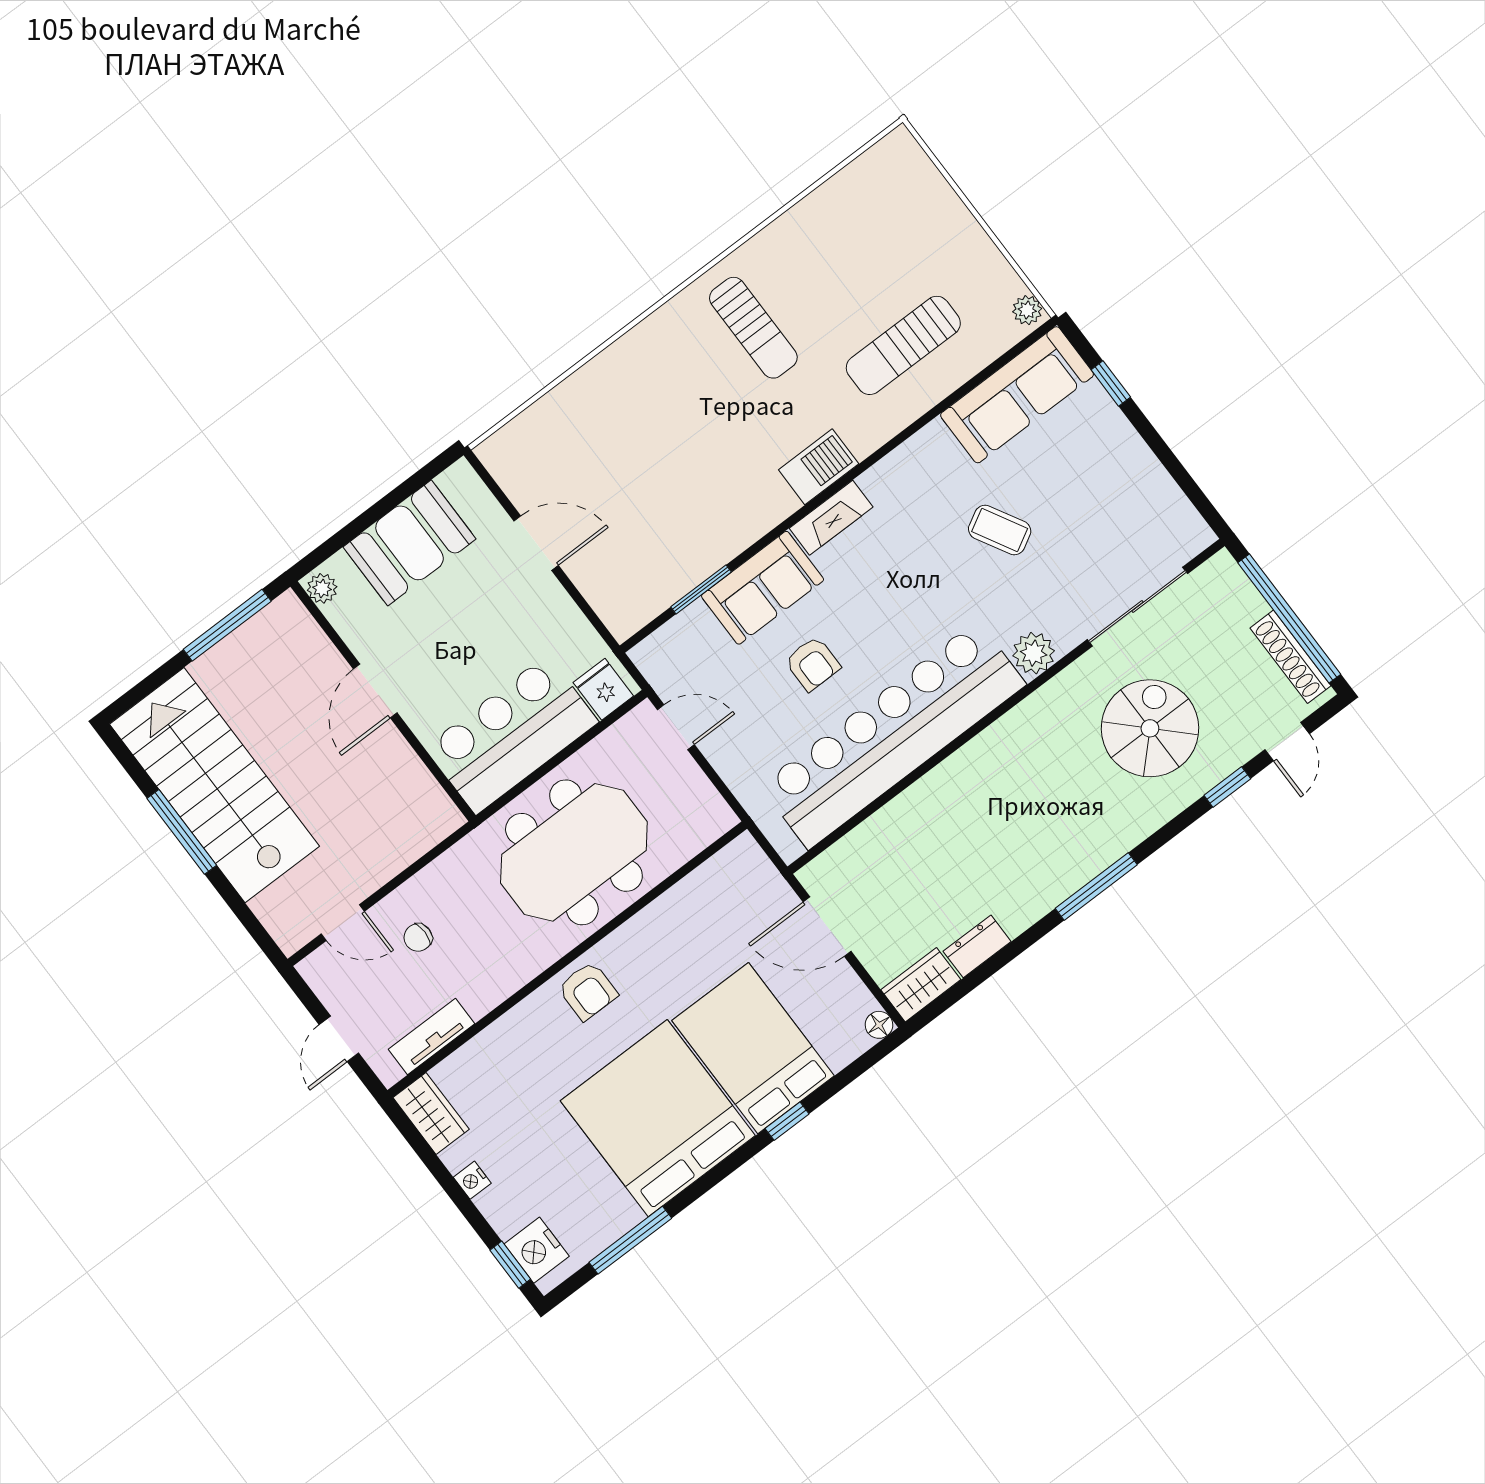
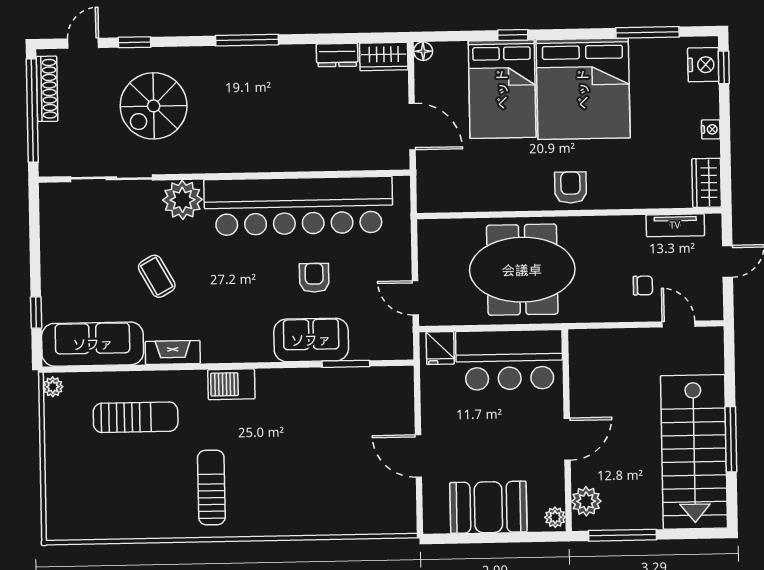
fireplace: (831, 518) -> (173, 352), moved
plant: (299, 634) -> (586, 501), added
plant: (1034, 653) -> (182, 200), width x1.36, depth x1.36

